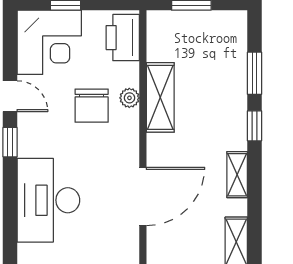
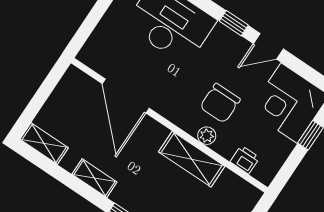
printer: (123, 38) -> (245, 160), width x0.53, depth x0.68
chair: (92, 106) -> (220, 103), turned -90

